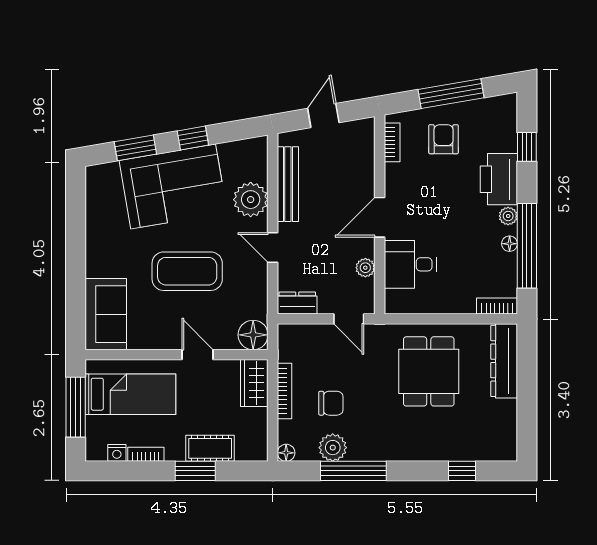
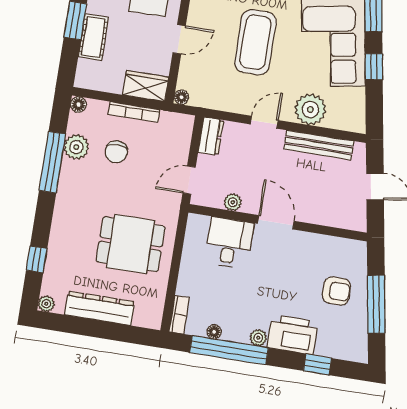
bookcase: (392, 142) -> (341, 244), removed
floor lamp: (510, 244) -> (214, 332), moved
floor lamp: (253, 335) -> (181, 97), width x0.53, depth x0.53
dresser: (504, 361) -> (100, 308), moved
plant: (508, 453) -> (46, 304), added

